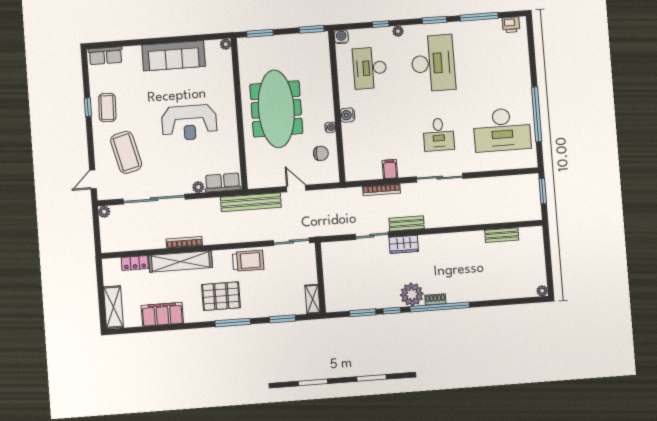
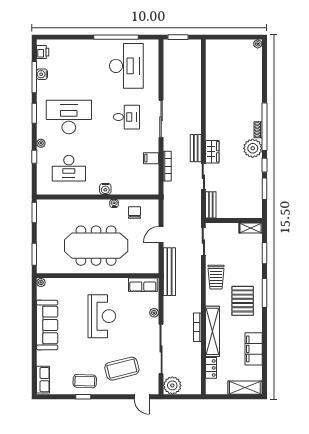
water cooler: (341, 37) -> (42, 74), moved
row of seats: (223, 183) -> (143, 285), moved, turned -90
plant: (104, 212) -> (172, 385), width x1.88, depth x1.88
bench: (502, 235) -> (211, 205), moved
trolley: (248, 261) -> (216, 277), turned 180

